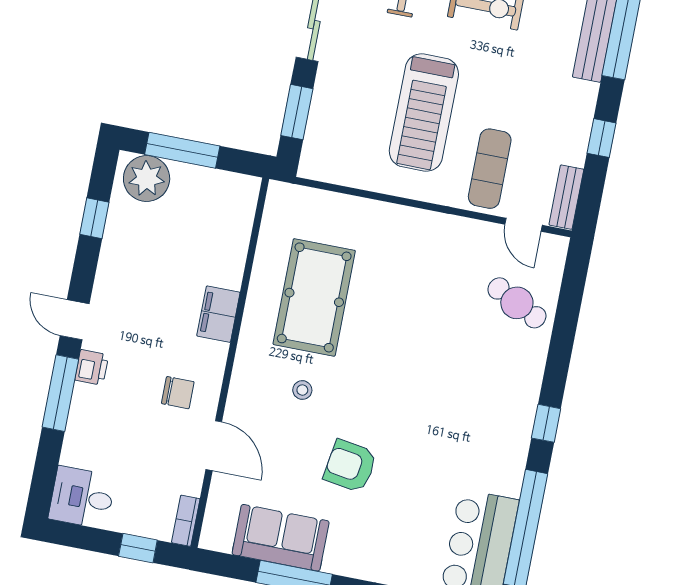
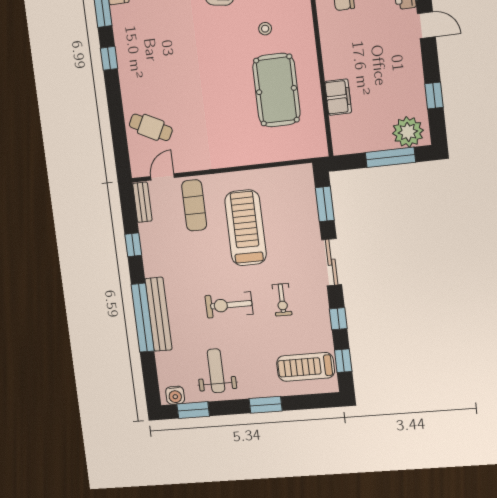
door: (524, 225) -> (162, 177), hinge flipped
filing cabinet: (218, 314) -> (338, 97), moved

